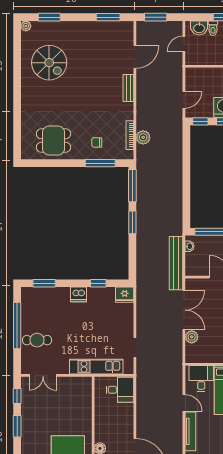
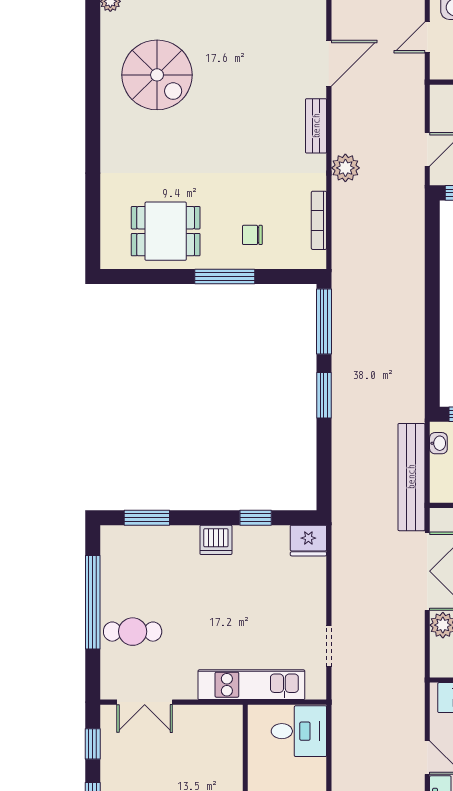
plant: (143, 137) -> (345, 168), moved
window: (100, 163) -> (225, 277), moved

